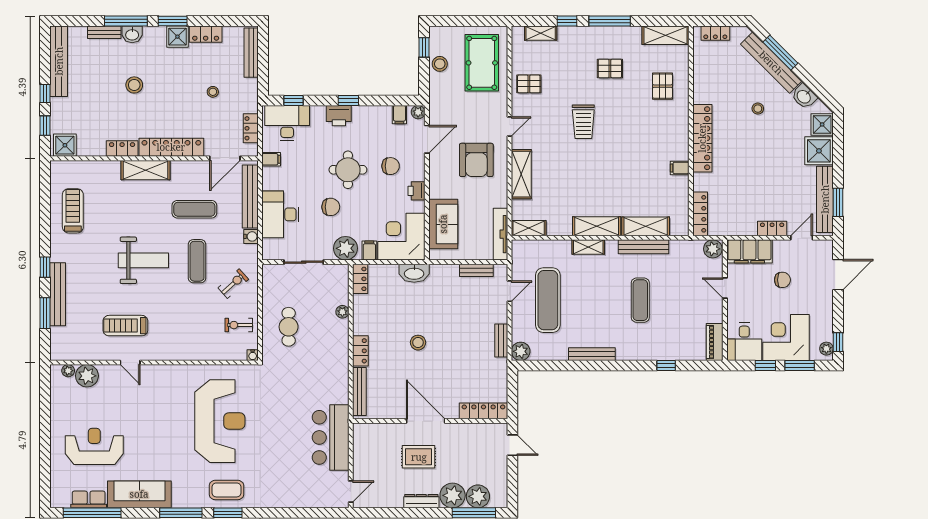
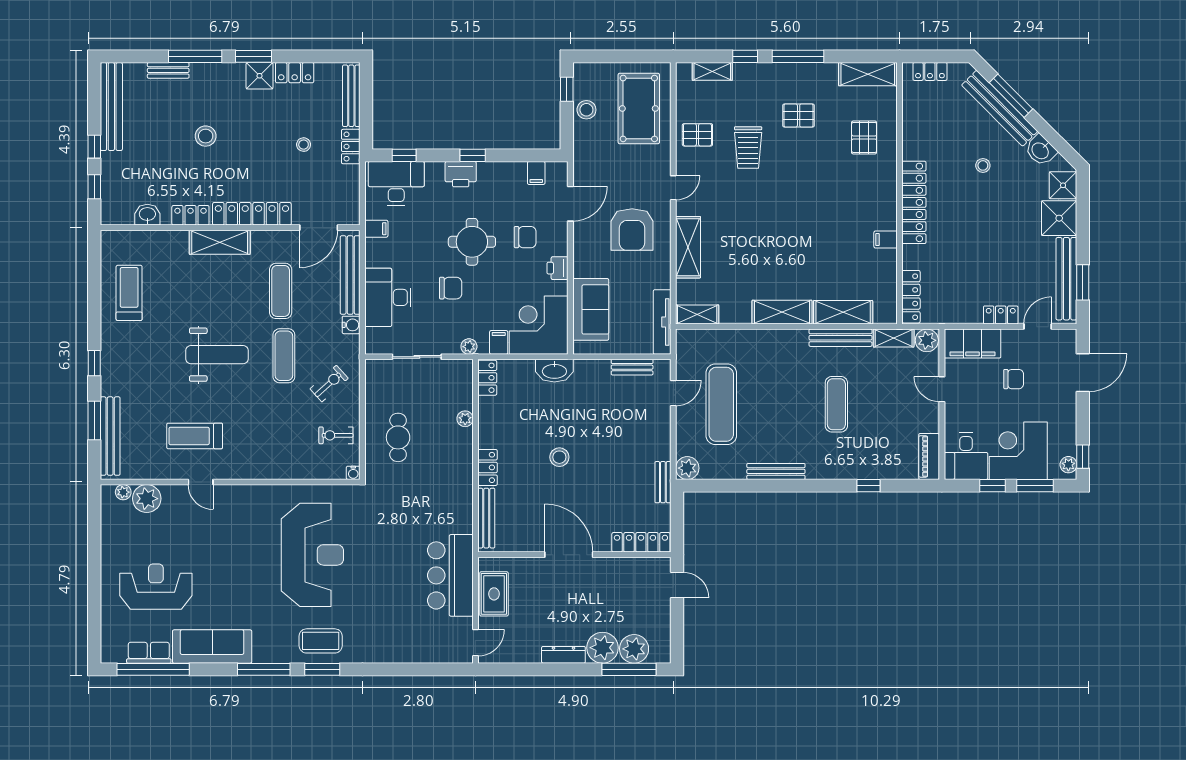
washbasin: (132, 34) -> (147, 215), moved, turned 180
plant: (418, 112) -> (559, 170), removed
trolley: (583, 122) -> (748, 148), moved
locker: (251, 128) -> (351, 147), moved
shower: (65, 145) -> (119, 211), removed
exercise mat: (194, 209) -> (281, 291), turned 90
shelving: (588, 247) -> (894, 338), moved
plant: (345, 248) -> (469, 347), width x0.53, depth x0.53
bench: (58, 294) -> (110, 436), moved
bench: (501, 341) -> (663, 482), moved
rug: (419, 457) -> (494, 594), moved, turned 90

